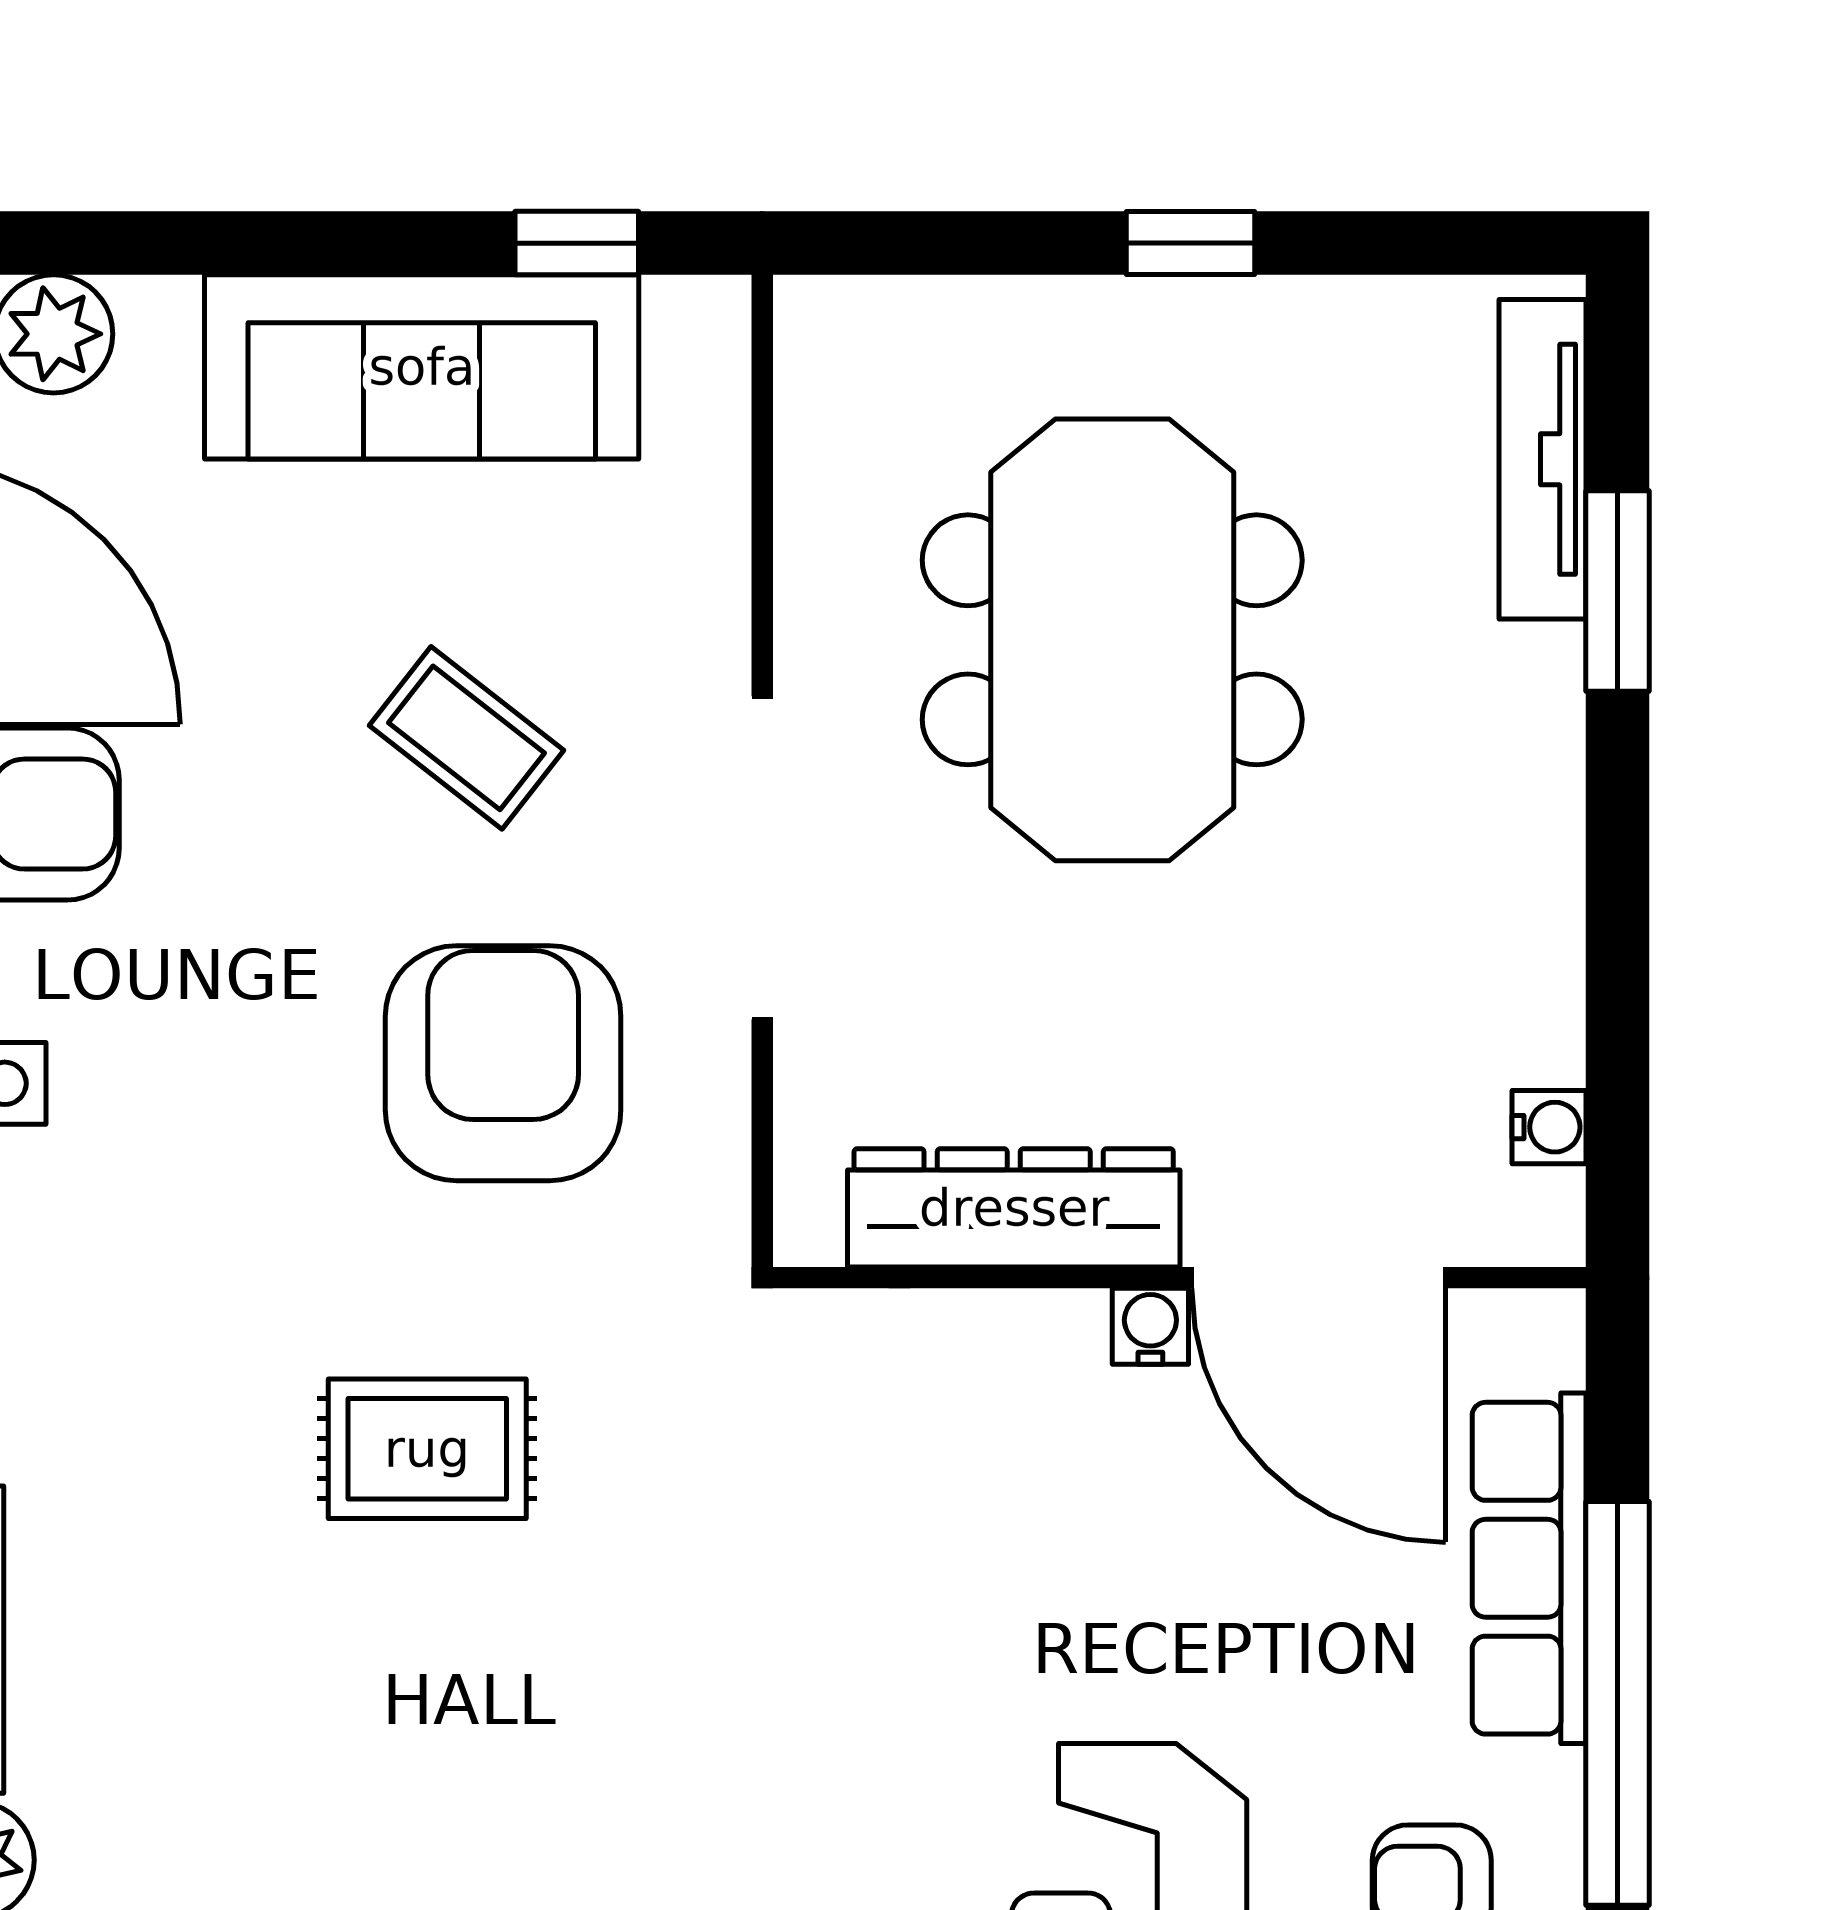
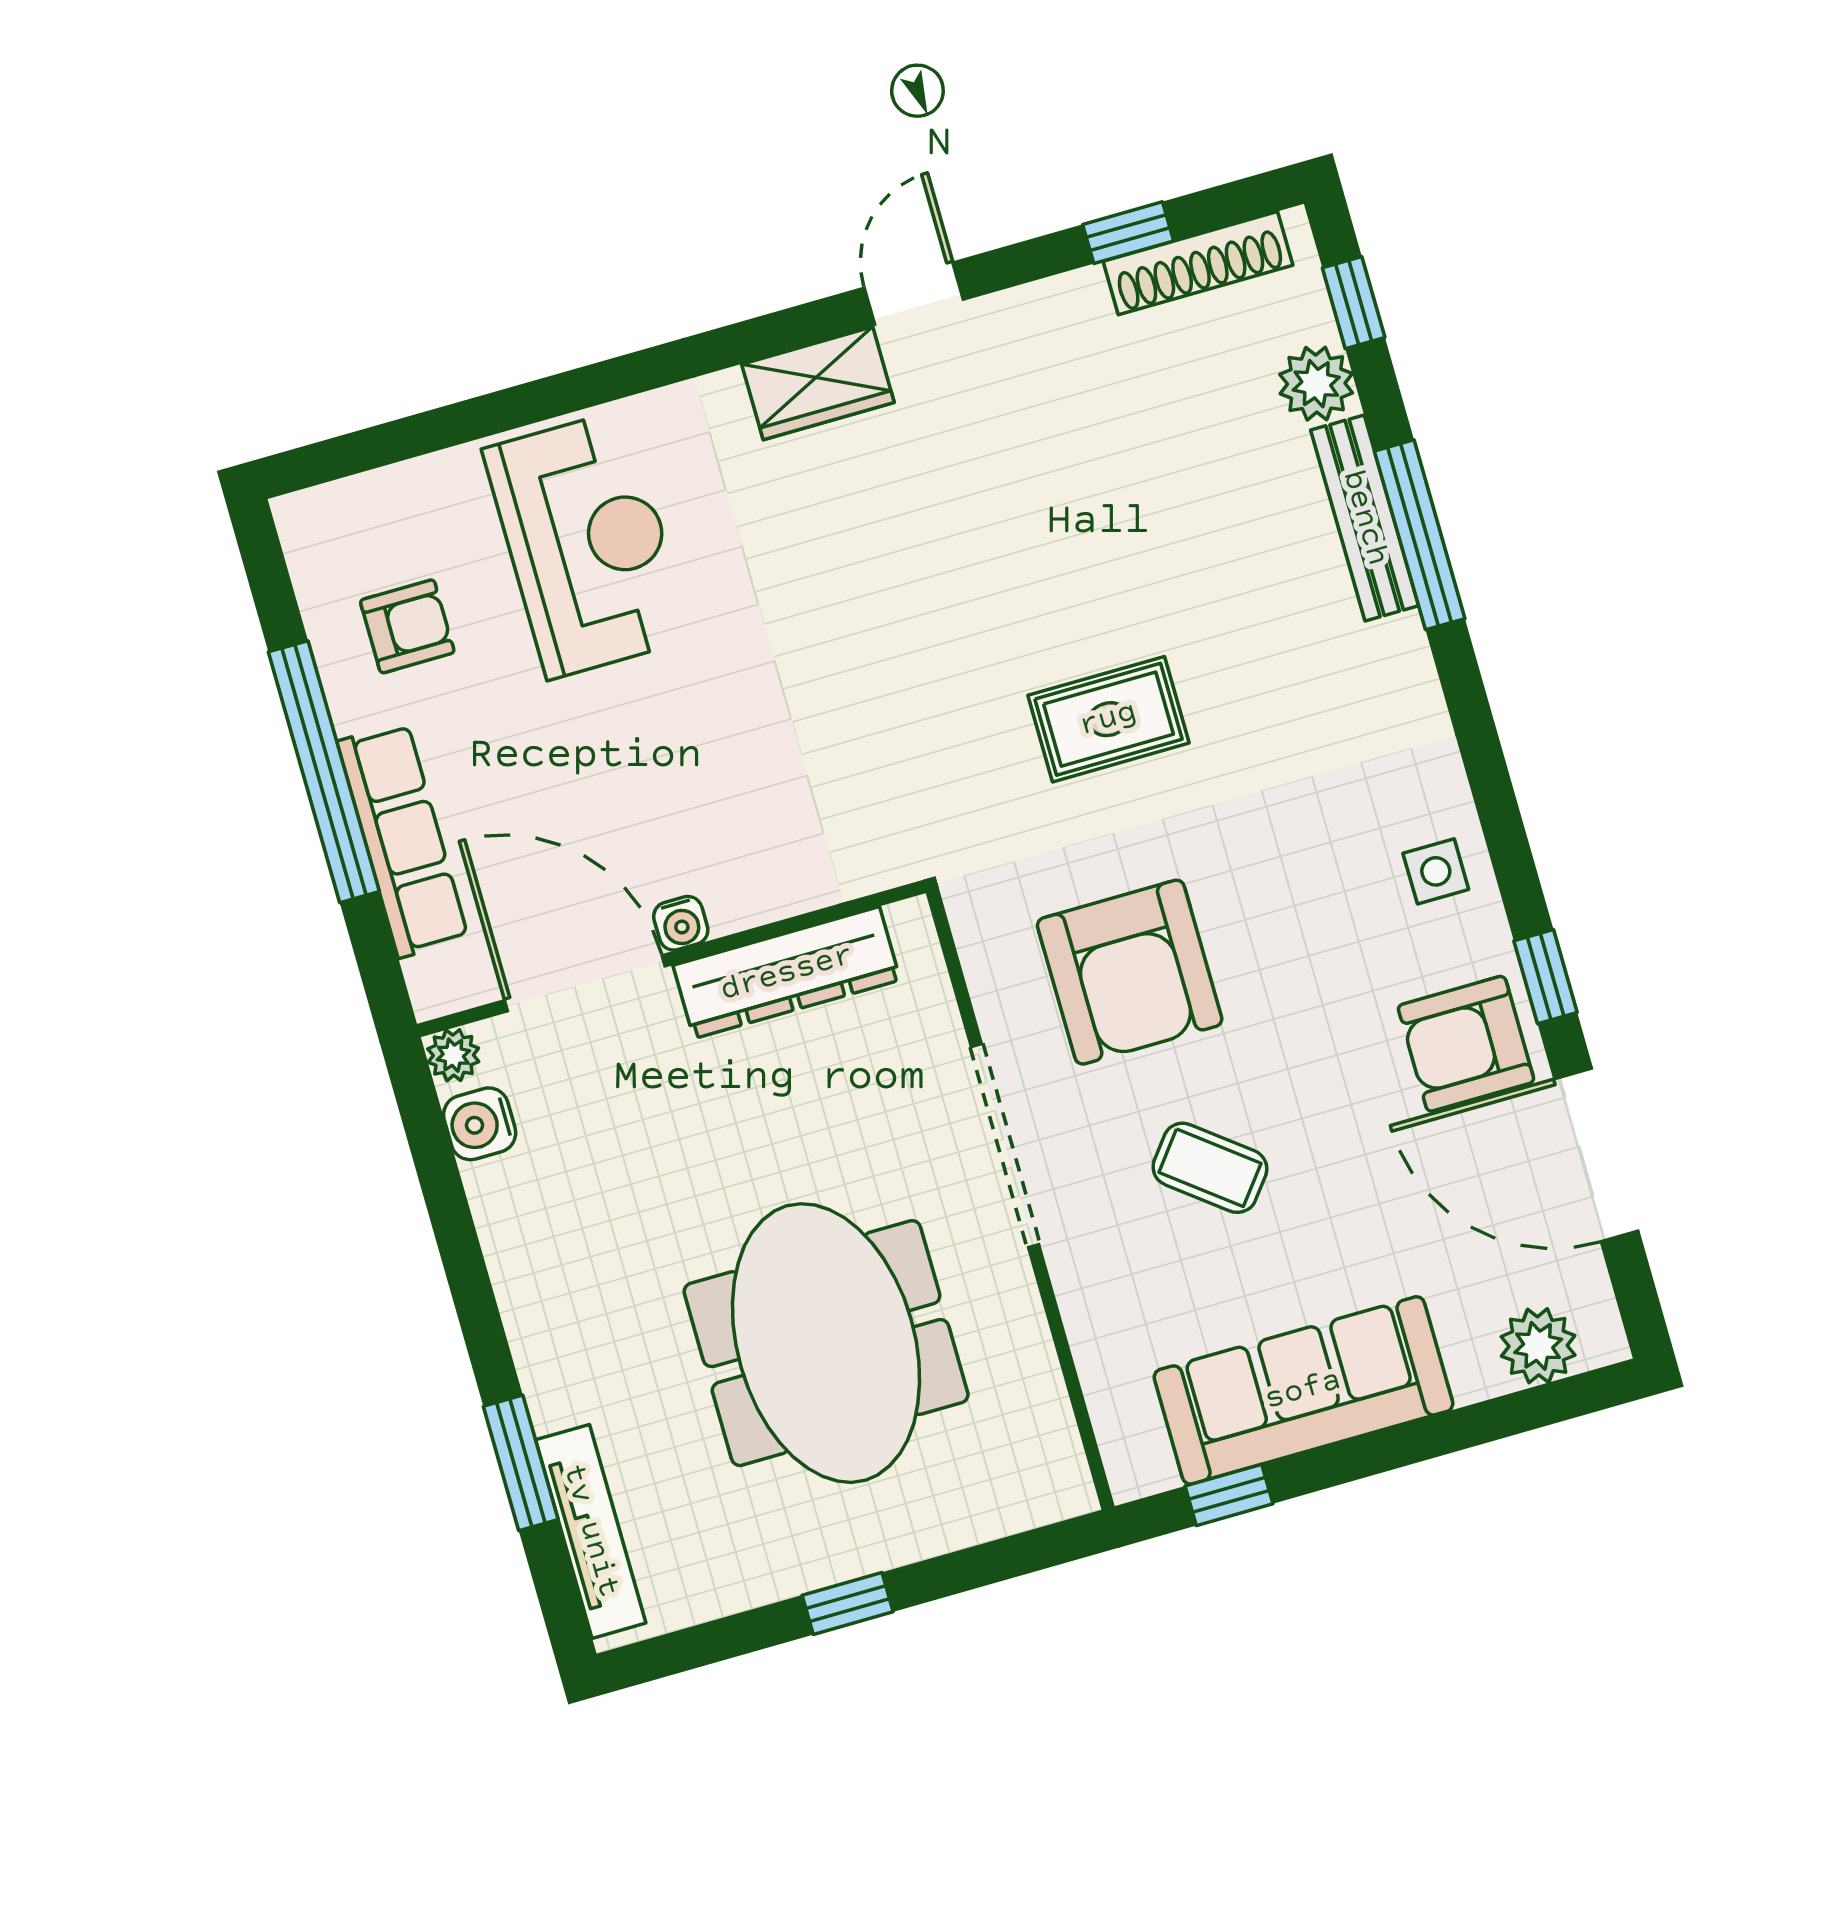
water cooler: (1549, 1127) -> (480, 1124), width x1.38, depth x1.38
plant: (1545, 1226) -> (453, 1055), added

